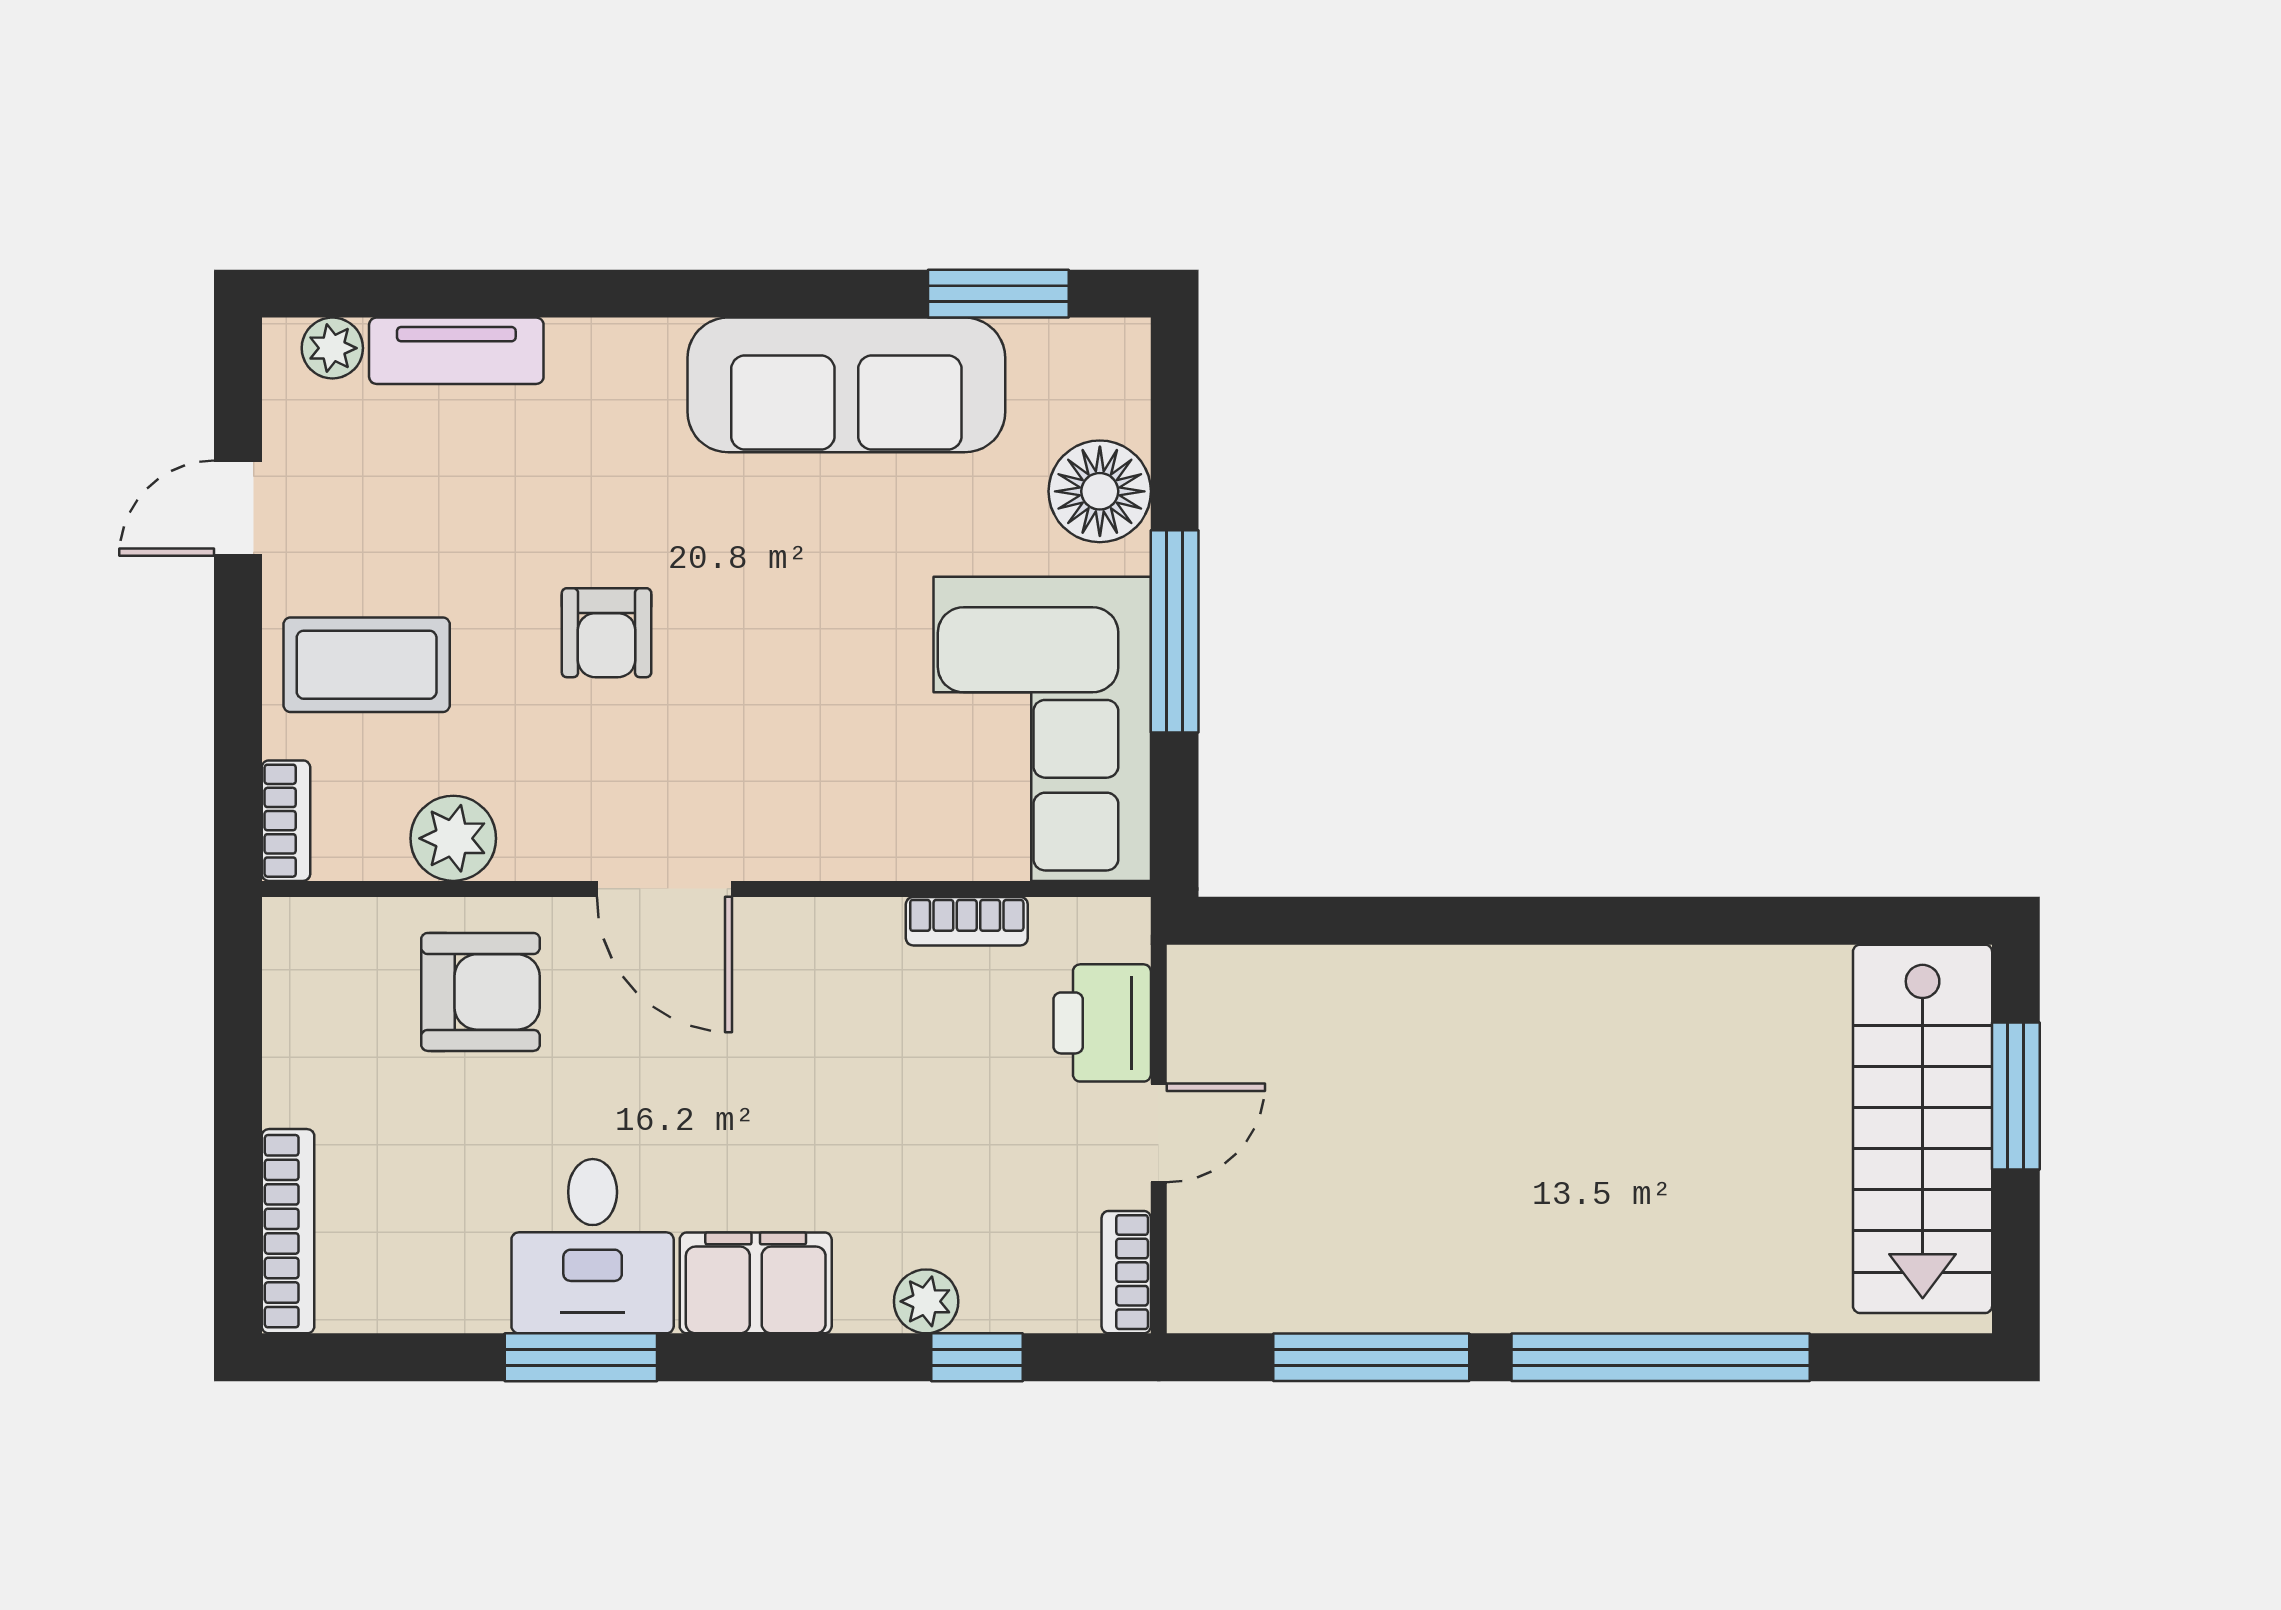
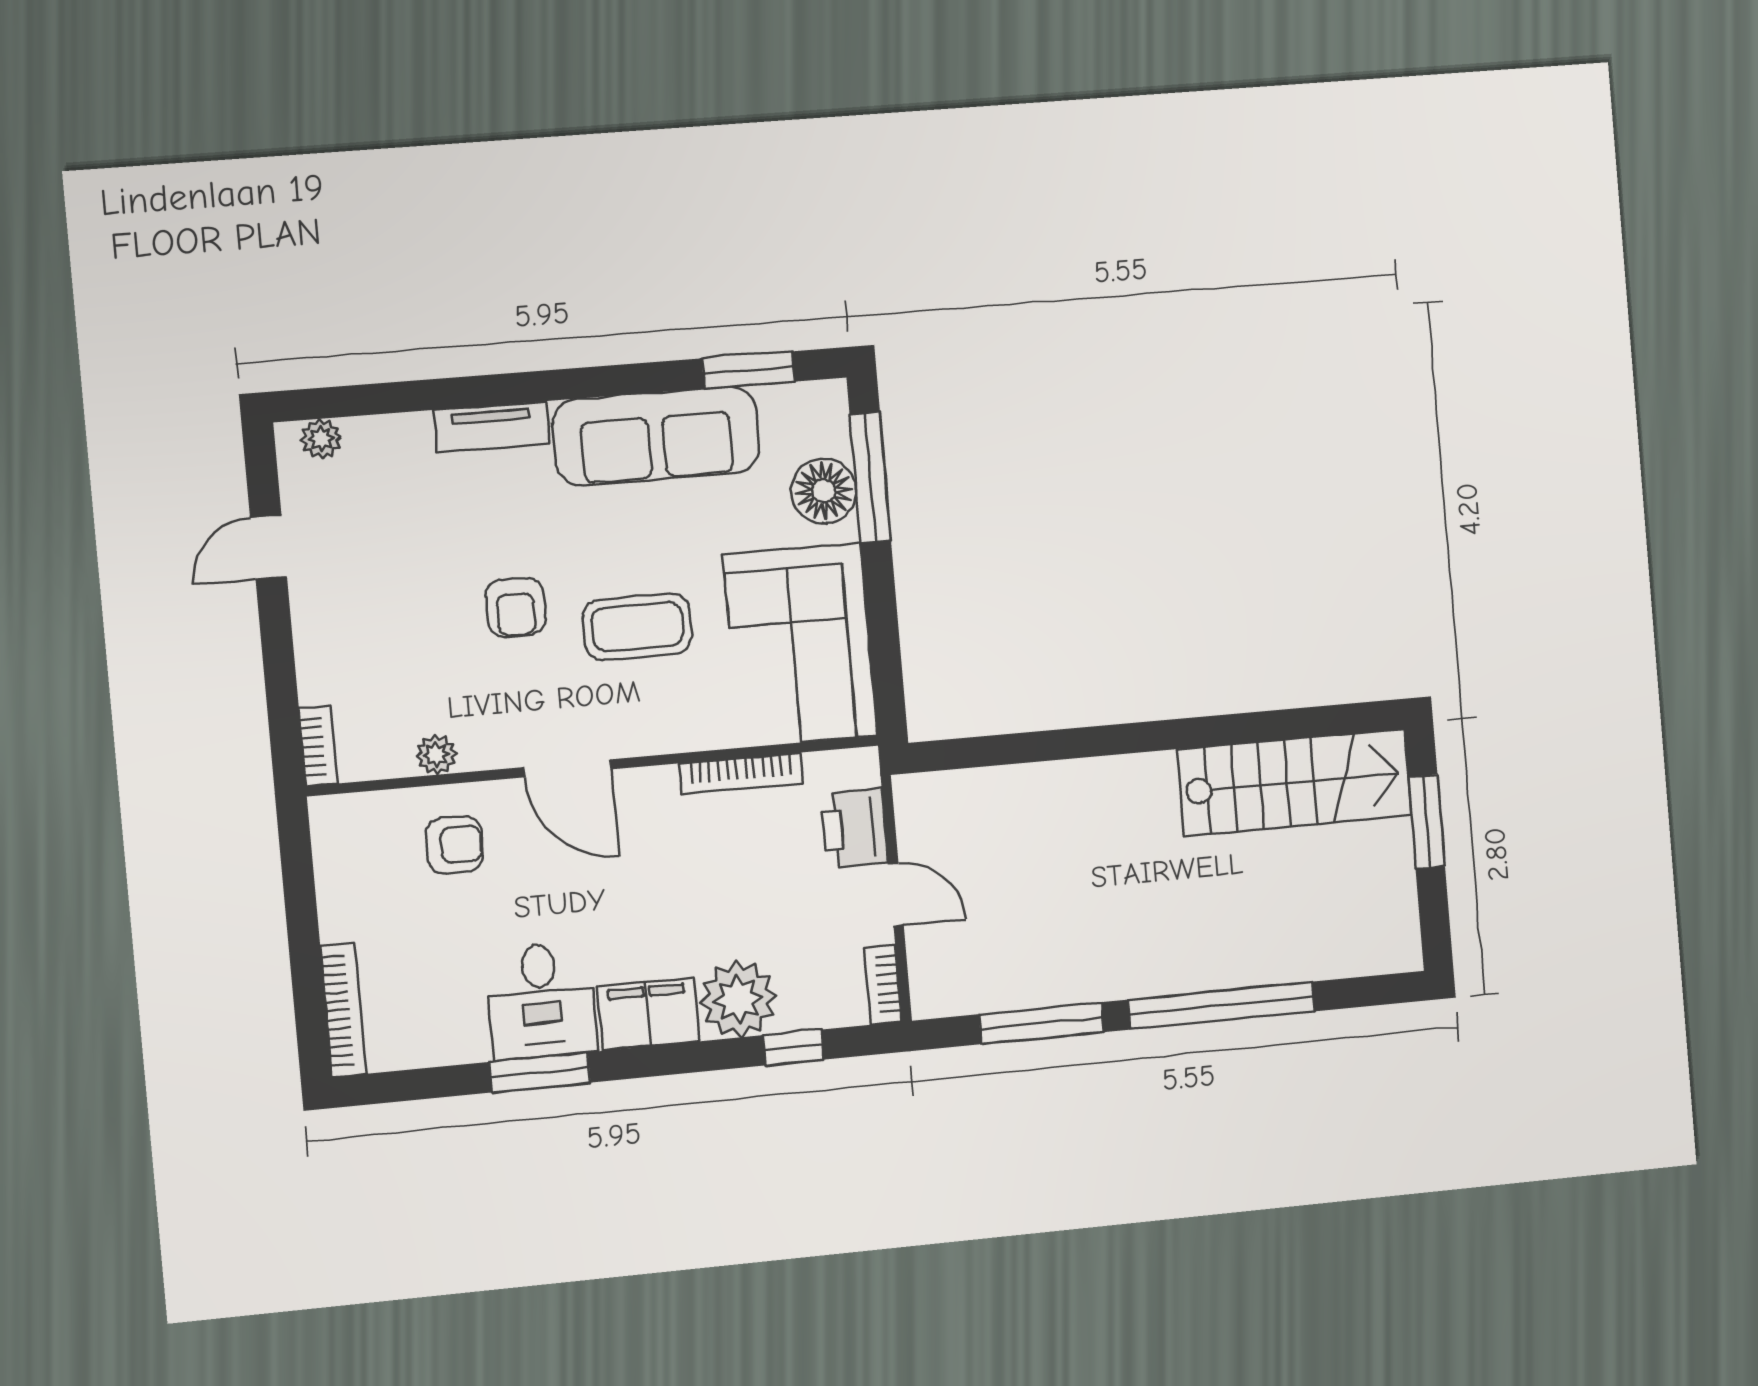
tv unit: (456, 351) -> (492, 427), moved
window: (1175, 631) -> (870, 477), moved
coffee table: (367, 665) -> (637, 627), moved
plant: (453, 838) -> (436, 755), width x0.73, depth x0.73
bookcase: (967, 921) -> (741, 773), width x1.56
armchair: (481, 992) -> (454, 845), width x0.72, depth x0.72
stairs: (1923, 1129) -> (1294, 782), moved, turned -90
door: (1159, 1133) -> (896, 895), hinge flipped
plant: (926, 1301) -> (738, 999), width x1.87, depth x1.87

